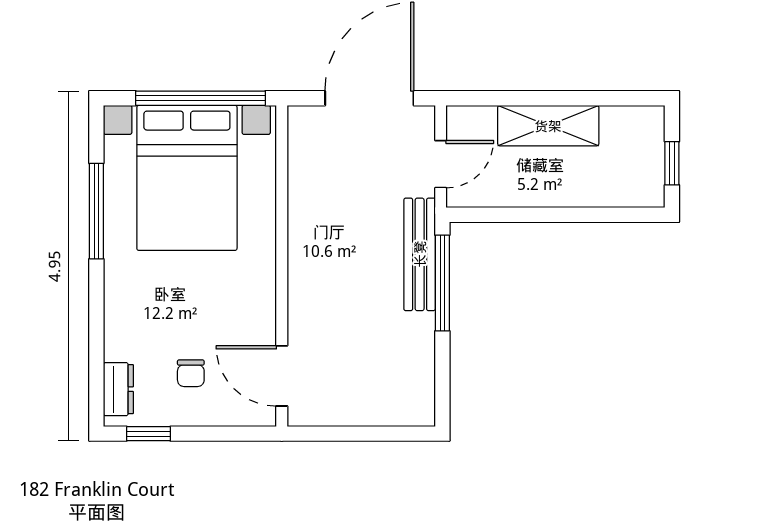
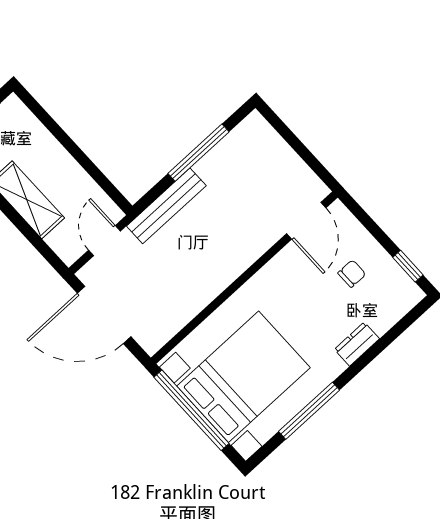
door: (441, 164) -> (104, 241), hinge flipped
window: (442, 283) -> (198, 153), moved
dresser: (118, 389) -> (357, 344), moved

